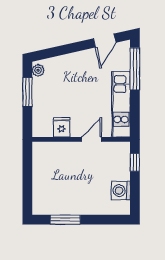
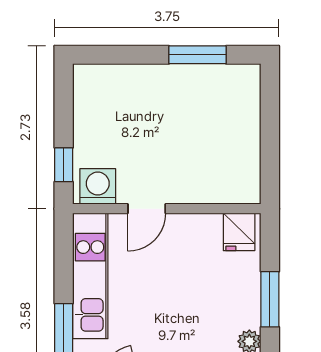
fridge: (62, 127) -> (239, 232), moved
washing machine: (121, 191) -> (98, 186), moved, turned -90

